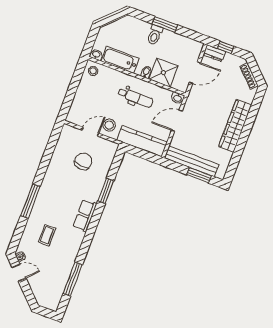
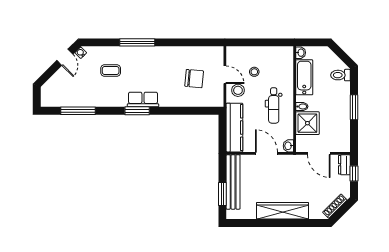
toilet: (155, 35) -> (340, 75), moved
stool: (93, 71) -> (254, 72), moved
window: (106, 191) -> (137, 111), moved

